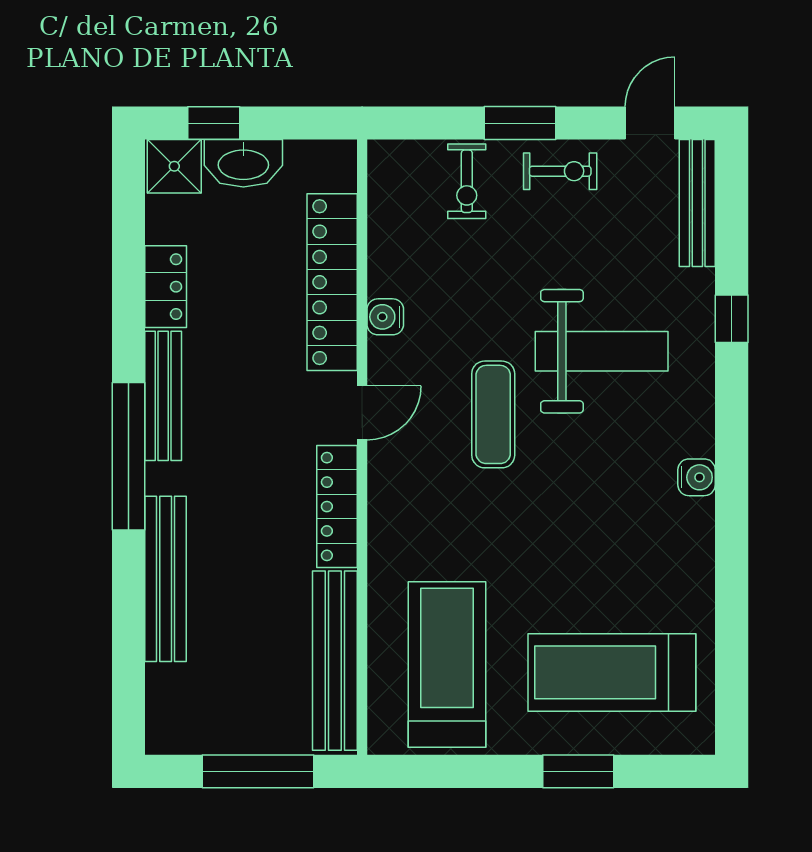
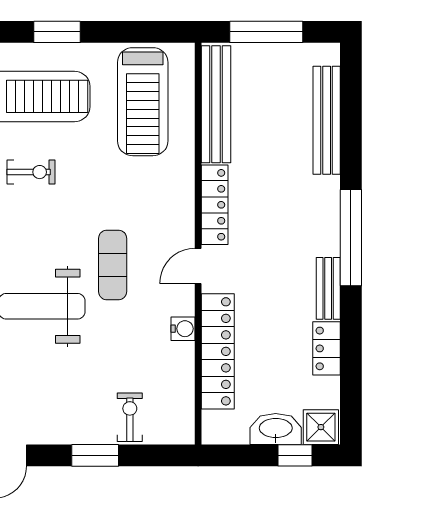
exercise bike: (560, 171) -> (31, 172), moved, turned 180
bench: (163, 396) -> (328, 288), width x0.73
bench: (166, 579) -> (327, 120), moved

